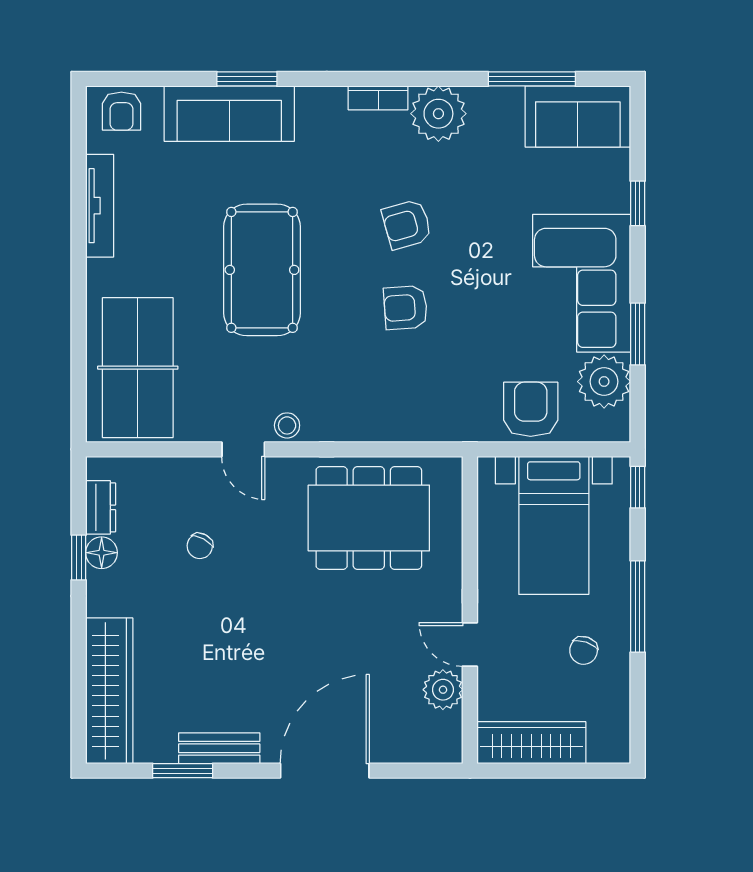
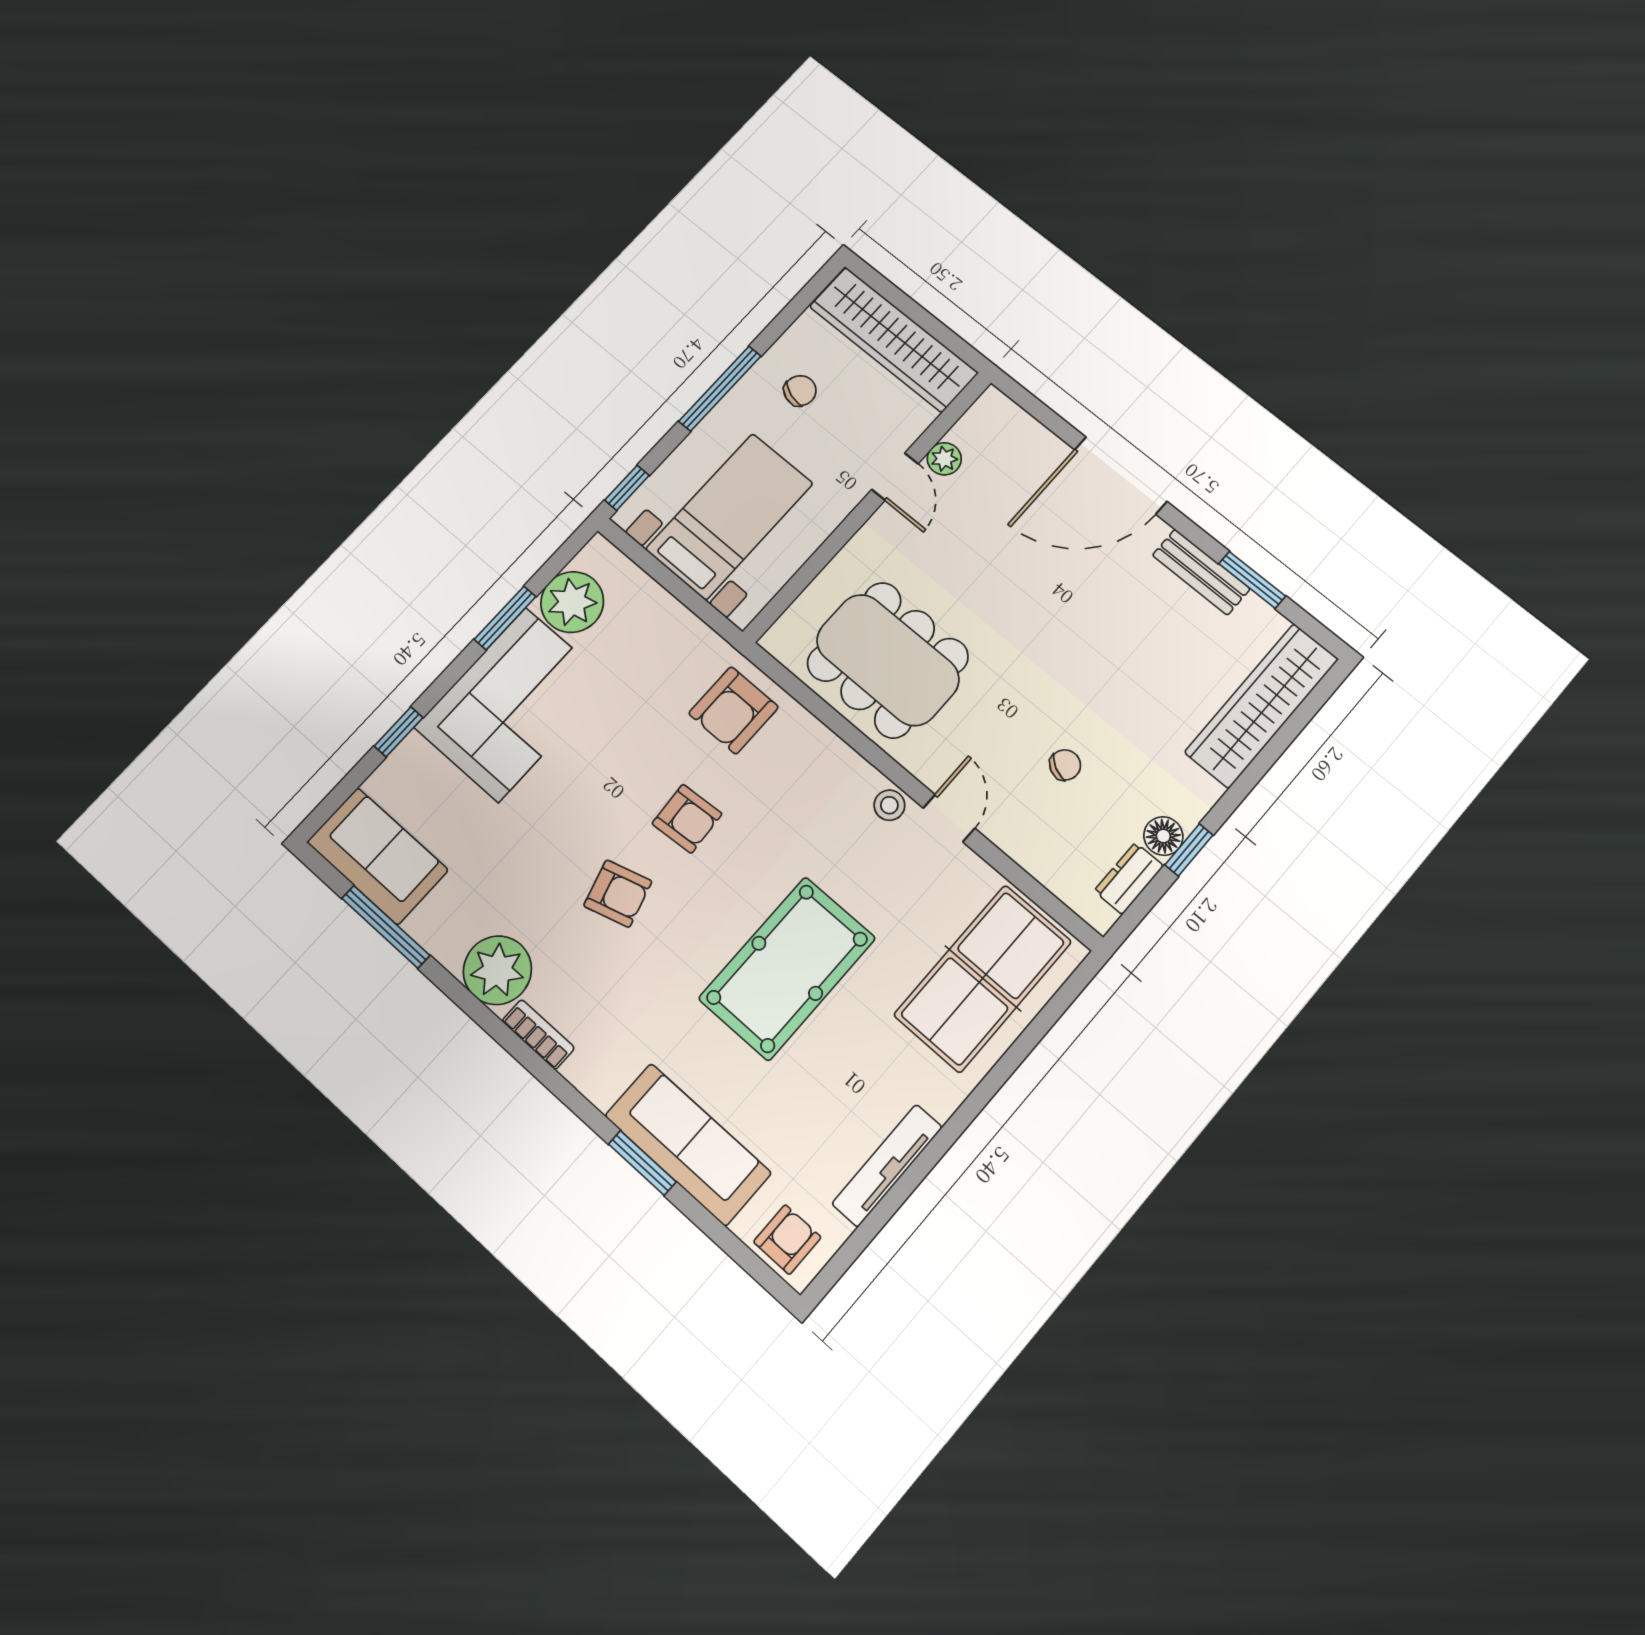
armchair: (531, 409) -> (734, 710), moved
plant: (443, 690) -> (944, 459), width x0.73, depth x0.73
wardrobe: (531, 743) -> (893, 339), width x1.40, depth x1.17

